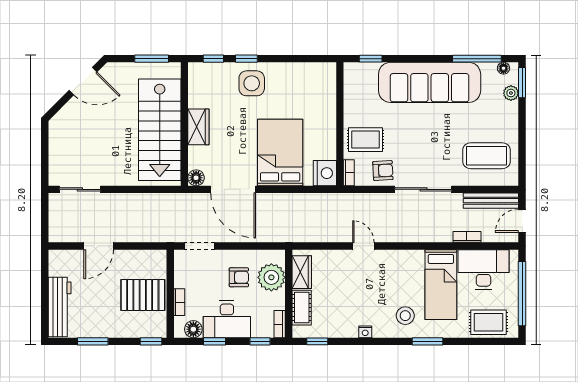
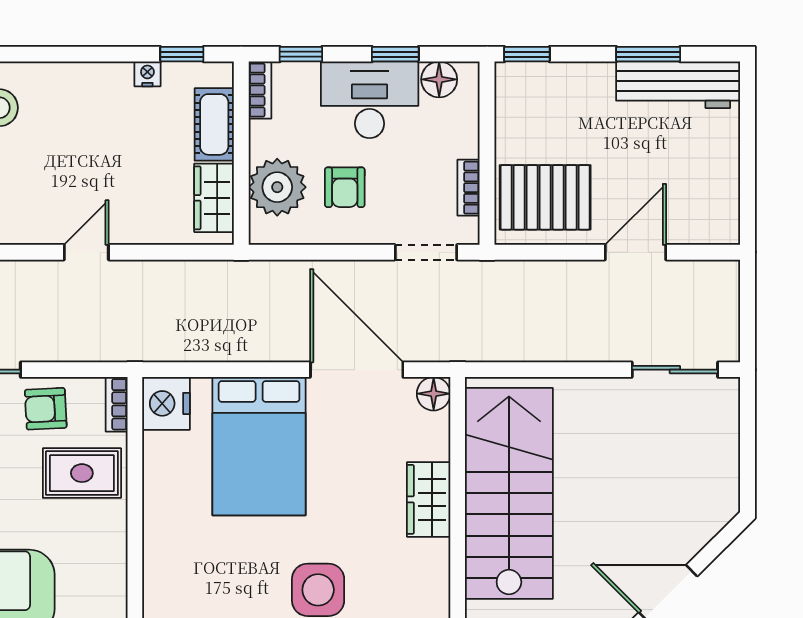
door: (363, 246) -> (86, 252), swing flipped
armchair: (239, 277) -> (345, 187), turned -90
pallet: (143, 295) -> (545, 197), moved
bookcase: (179, 302) -> (468, 188), moved
workbench: (60, 307) -> (678, 85), moved, turned -90
nightstand: (365, 332) -> (147, 74), moved

